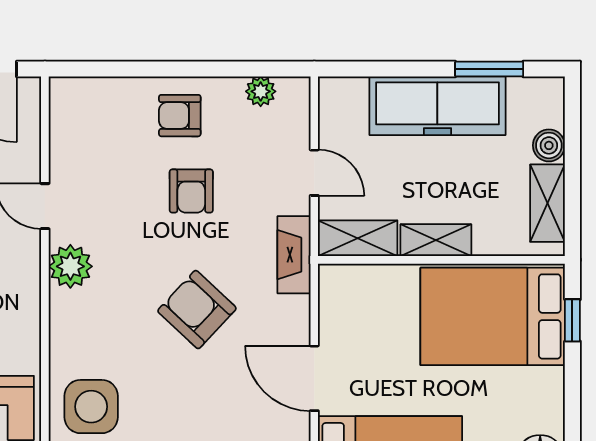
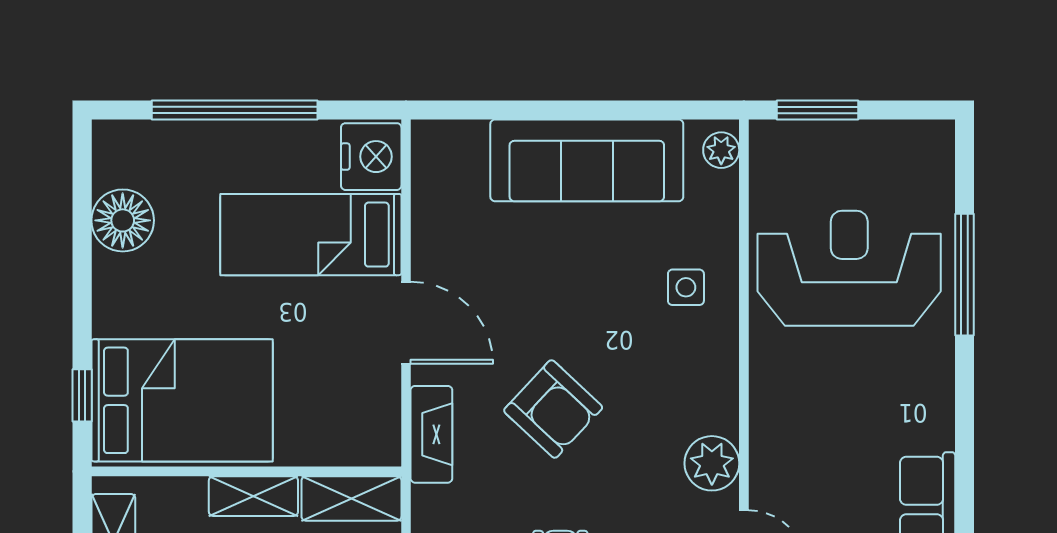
fireplace: (294, 255) -> (431, 434), moved
side table: (91, 407) -> (686, 287), width x0.54, depth x0.54

